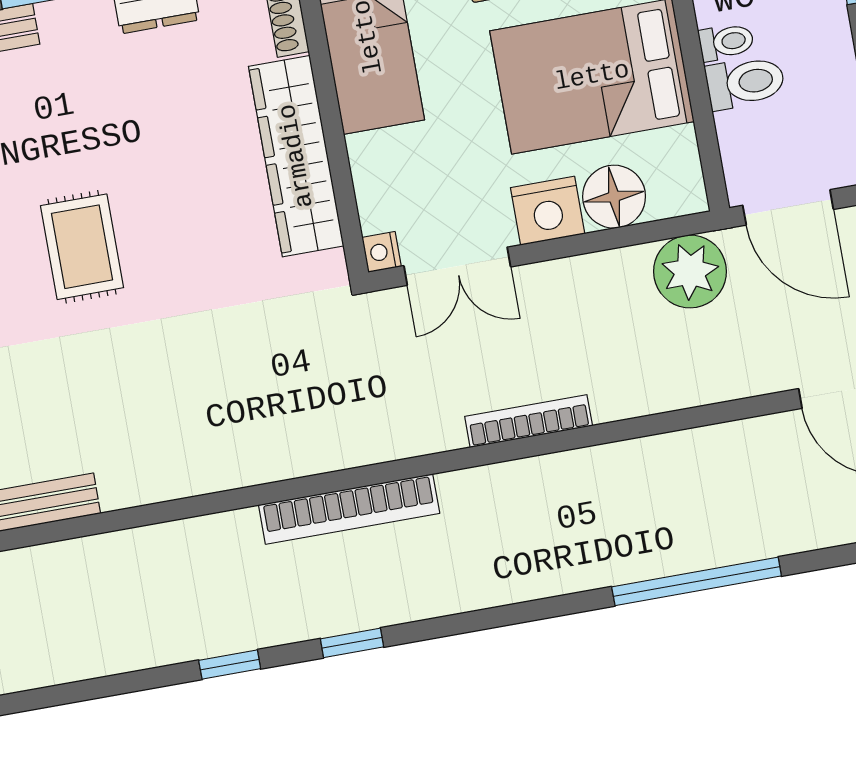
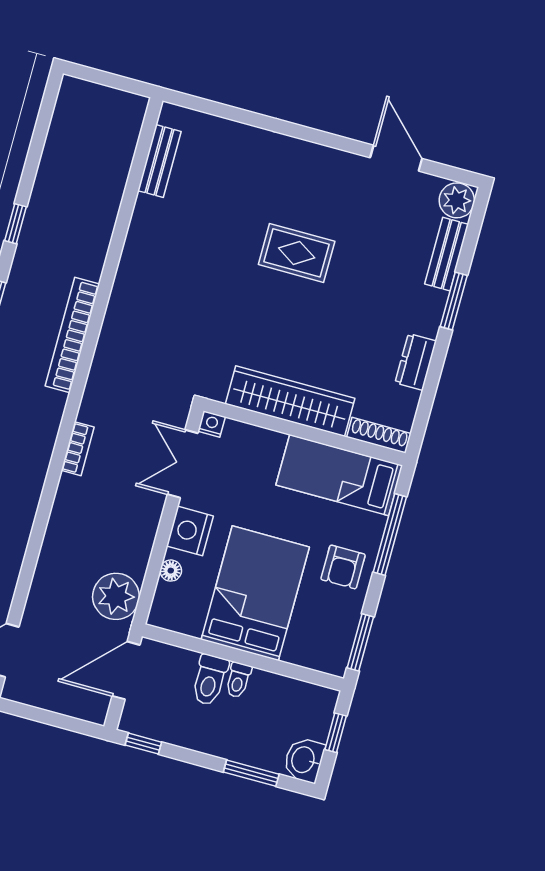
floor lamp: (614, 197) -> (171, 571), width x0.53, depth x0.53
bookcase: (529, 421) -> (78, 449), width x0.64

